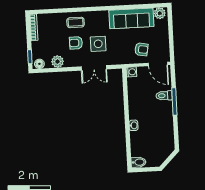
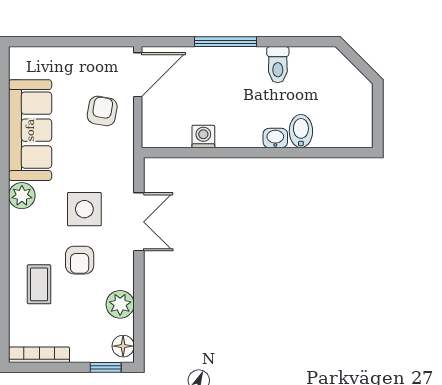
plant: (160, 13) -> (22, 196), moved
coffee table: (76, 22) -> (39, 284), moved
washing machine: (131, 72) -> (203, 137), moved
toilet: (164, 96) -> (278, 65), moved
bidet: (138, 162) -> (301, 131), moved

